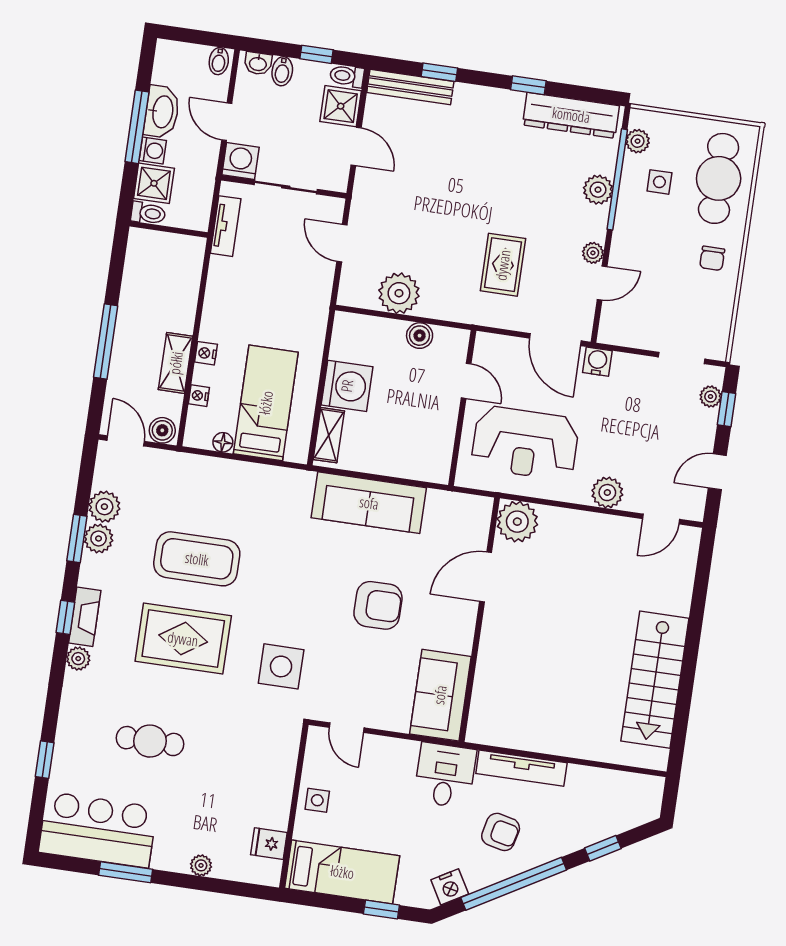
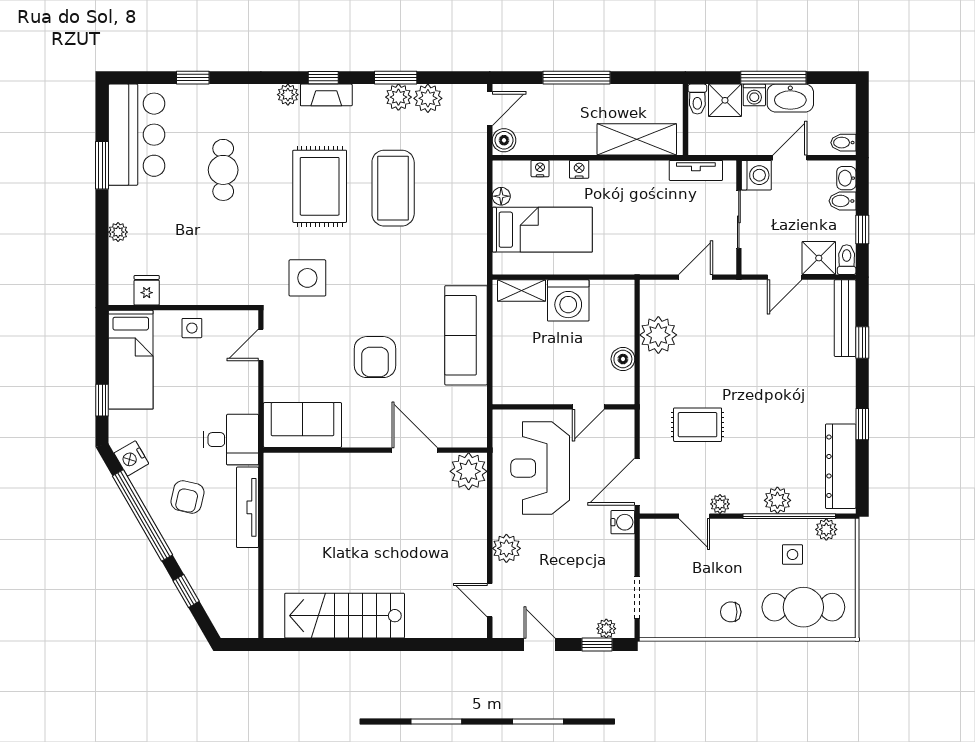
shelving: (176, 363) -> (637, 139), moved, width x1.50, depth x1.33

